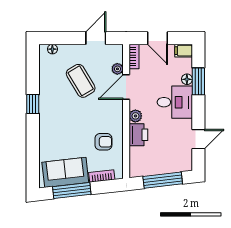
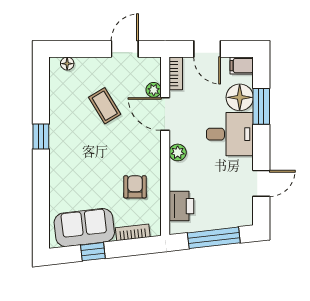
floor lamp: (187, 79) -> (240, 97), width x1.89, depth x1.89
coffee table: (81, 81) -> (105, 106), width x0.73, depth x0.77
door: (126, 87) -> (165, 114), hinge flipped
printer: (138, 135) -> (181, 206), moved
armchair: (103, 142) -> (135, 187), turned -90
window: (72, 191) -> (93, 252), width x0.46

